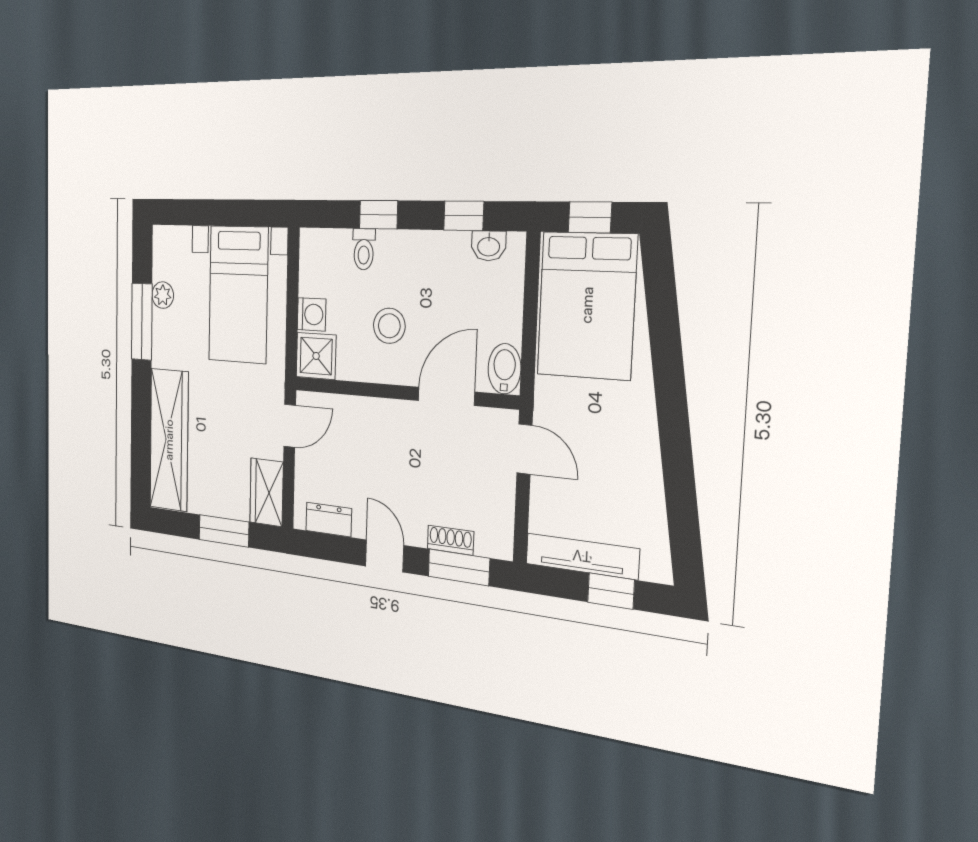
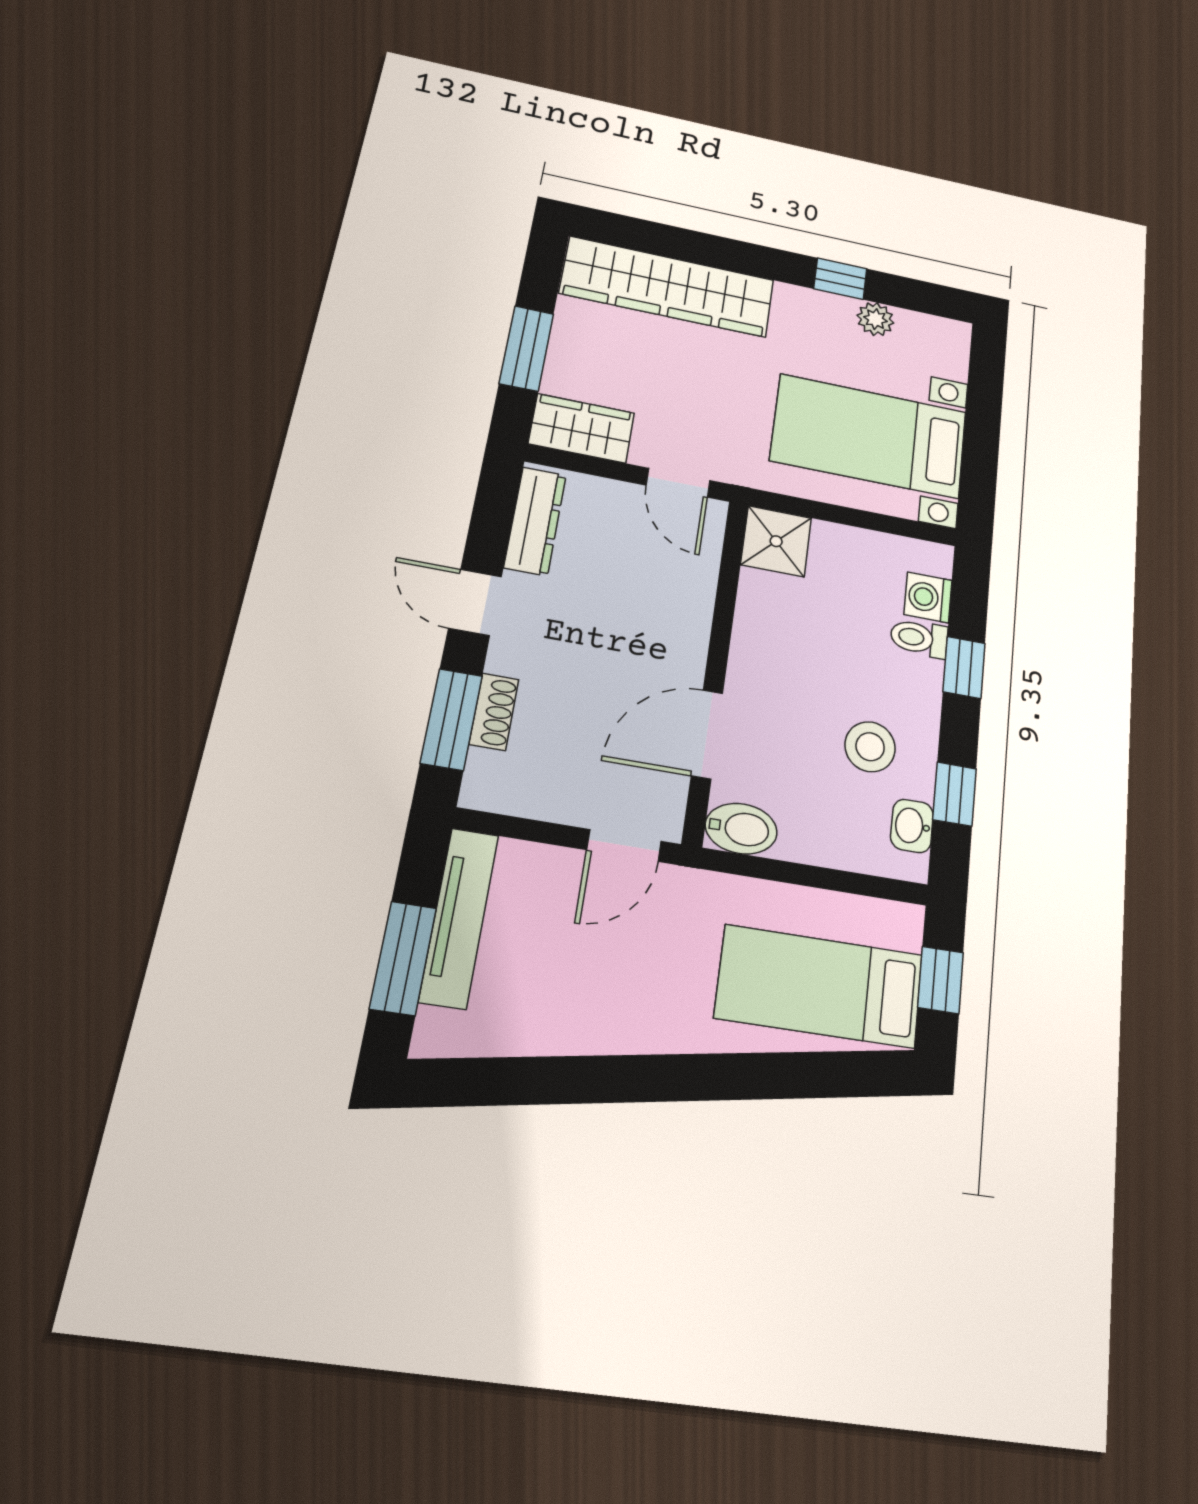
bed: (587, 305) -> (820, 986), width x0.67
washing machine: (312, 314) -> (928, 597), moved, turned 90
window: (142, 322) -> (840, 279), width x0.46
stool: (389, 326) -> (870, 747), moved
door: (446, 396) -> (707, 734), swing flipped
dresser: (329, 520) -> (535, 521), width x1.44
door: (385, 556) -> (475, 602), swing flipped
window: (611, 591) -> (403, 958), width x1.50

